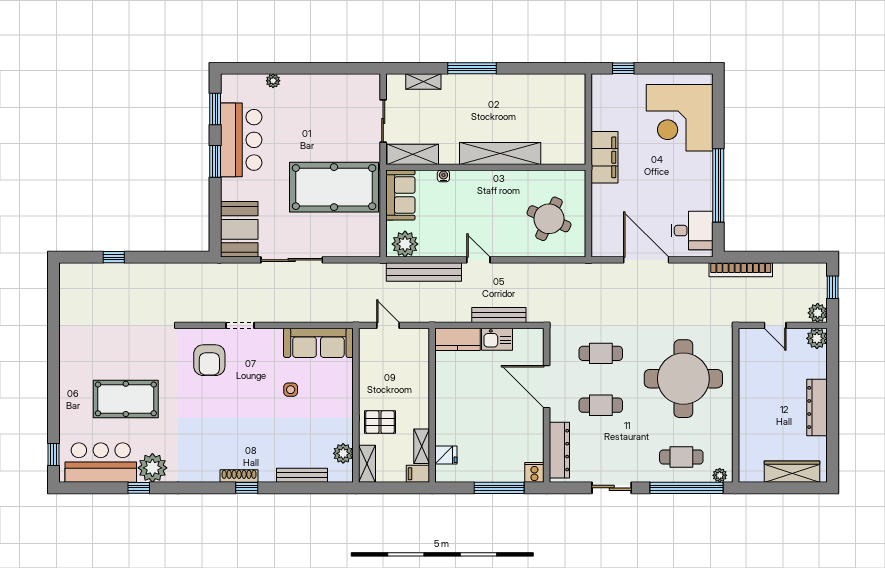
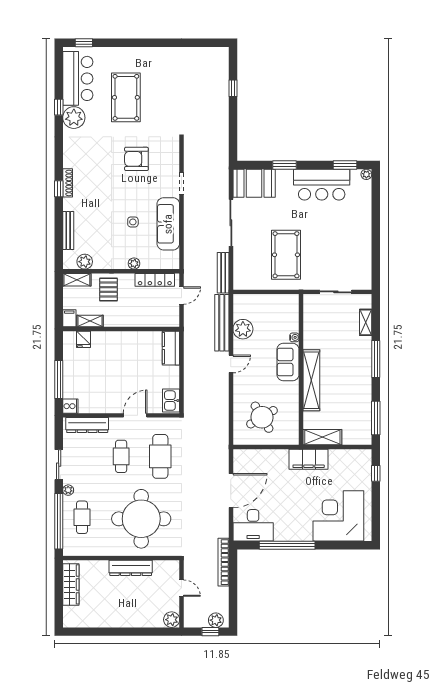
window: (550, 68) -> (376, 418), added
plant: (273, 81) -> (366, 174), moved
shelving: (413, 154) -> (322, 437), moved, turned 90
window: (215, 161) -> (285, 165), moved
pool table: (334, 187) -> (286, 255), width x0.73, depth x0.76
sofa: (400, 195) -> (288, 362), moved, turned 90
round table: (549, 219) -> (262, 417), turned 35
desk: (692, 231) -> (253, 525), width x1.37
plant: (405, 244) -> (243, 329), moved
plant: (818, 313) -> (216, 620), moved
bench: (499, 315) -> (223, 273), moved
door: (775, 325) -> (182, 588), swing flipped
kitchen sink: (497, 339) -> (171, 401), moved
sofa: (318, 343) -> (168, 224), moved
cafe table: (601, 353) -> (160, 456), width x1.37, depth x1.35
armchair: (209, 360) -> (136, 159), moved
locker: (367, 361) -> (155, 280), added
door: (547, 387) -> (135, 415), width x0.73
plant: (346, 388) -> (134, 264), added
dresser: (817, 407) -> (131, 568), moved, turned 180
wardrobe: (792, 472) -> (71, 584), moved
plant: (720, 475) -> (68, 490), moved

